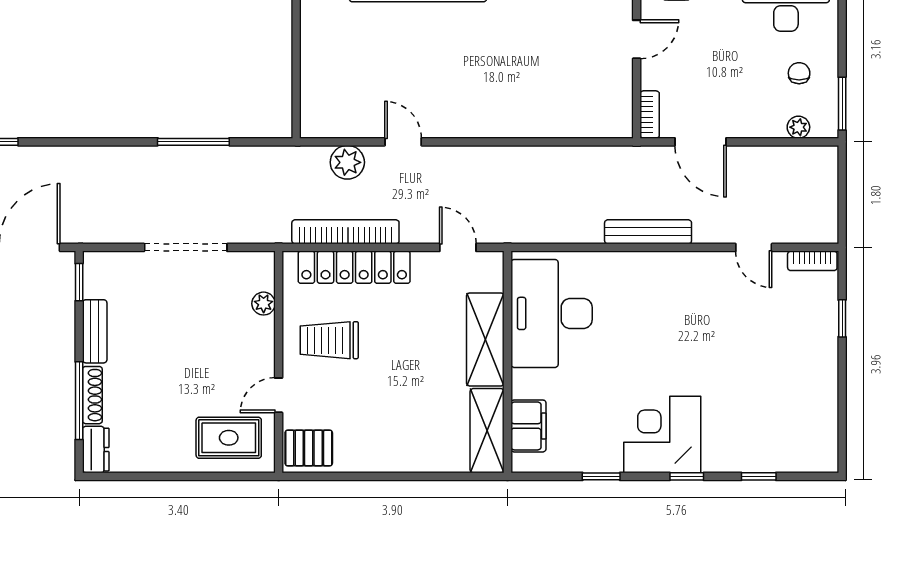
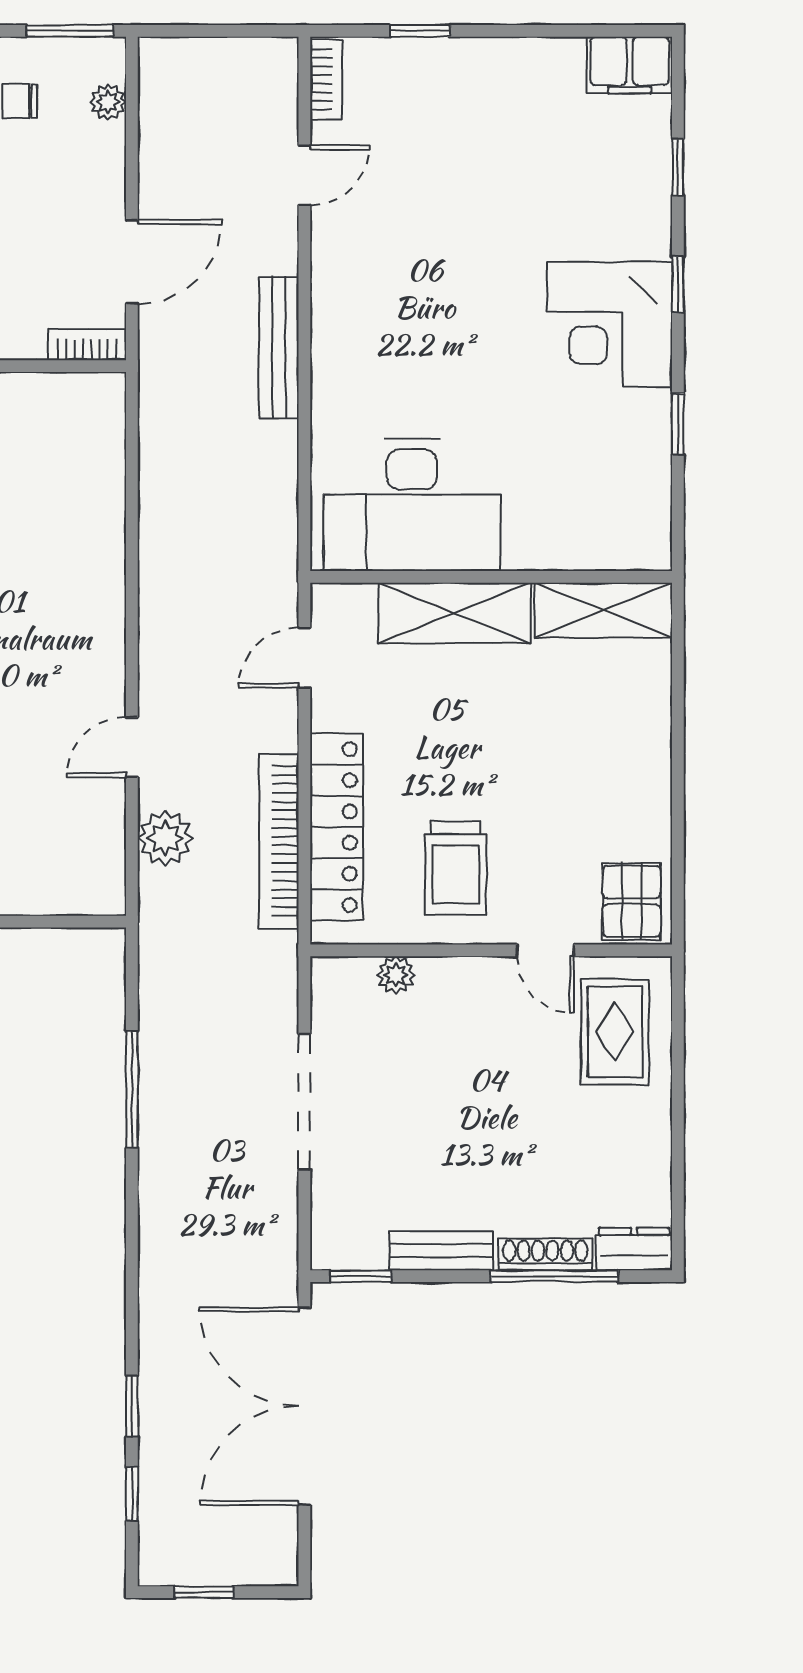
filing cabinet: (528, 426) -> (630, 65), moved, turned 180

